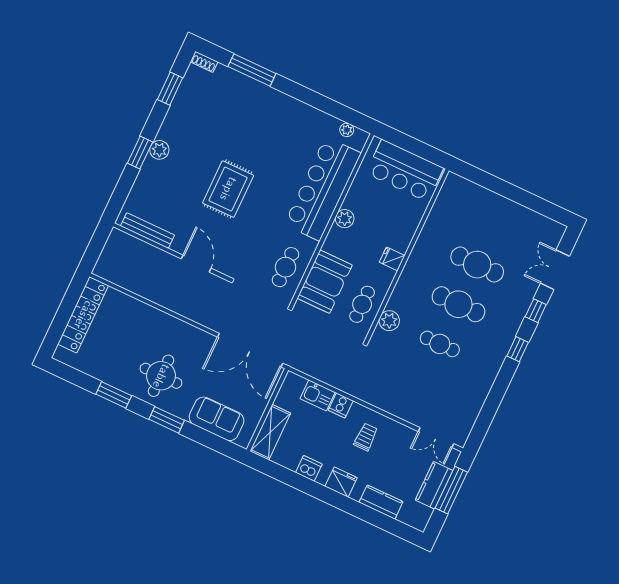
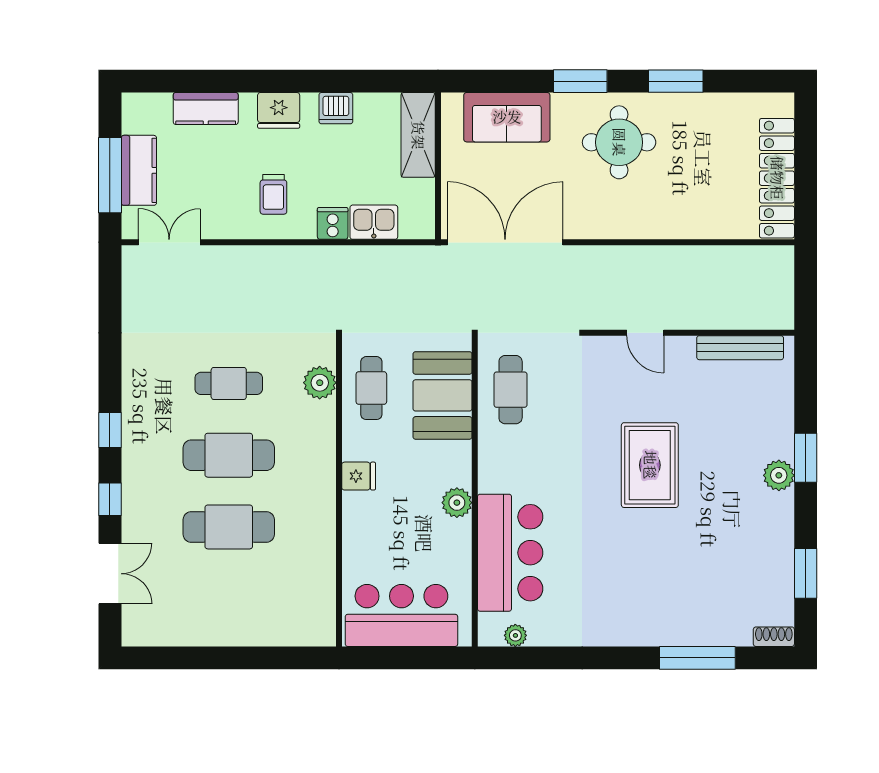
bar counter: (323, 189) -> (510, 553), width x0.73
door: (196, 264) -> (645, 333), width x0.73

